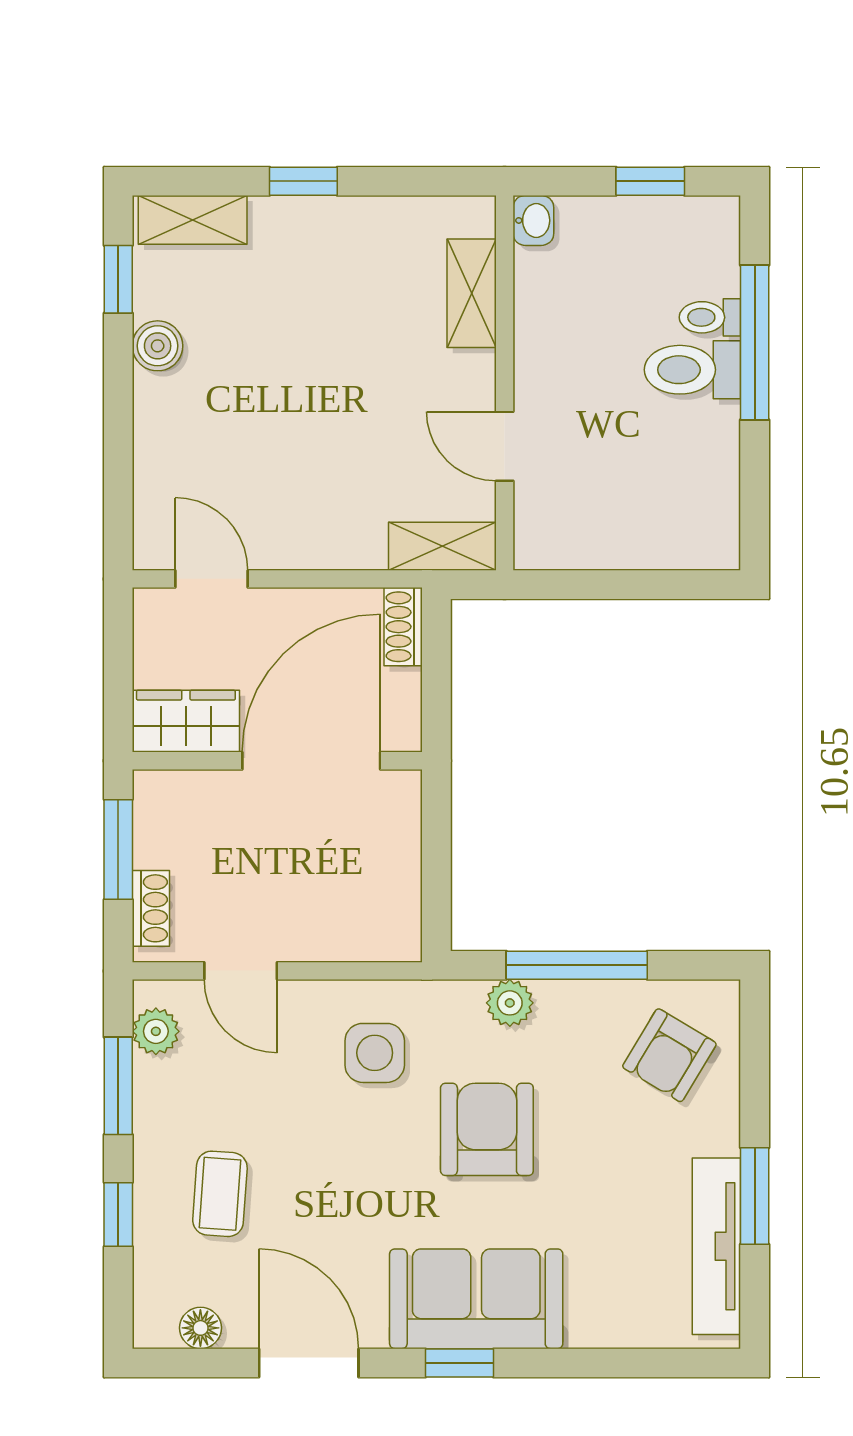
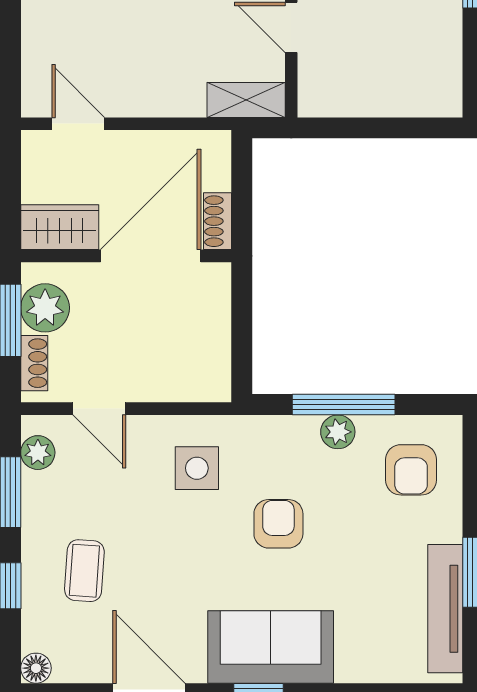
shoe rack: (403, 627) -> (218, 221), moved
plant: (166, 832) -> (45, 308), added
plant: (510, 1003) -> (338, 432), moved
armchair: (669, 1055) -> (411, 470), turned -31
armchair: (487, 1129) -> (278, 524), width x0.72, depth x0.72
floor lamp: (200, 1328) -> (36, 668), moved

